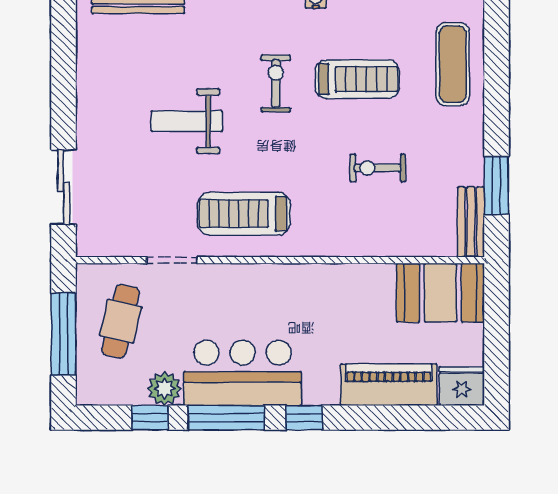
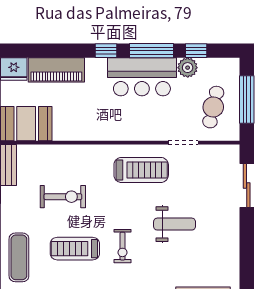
exercise bike: (378, 168) -> (63, 197), width x1.38, depth x1.39

